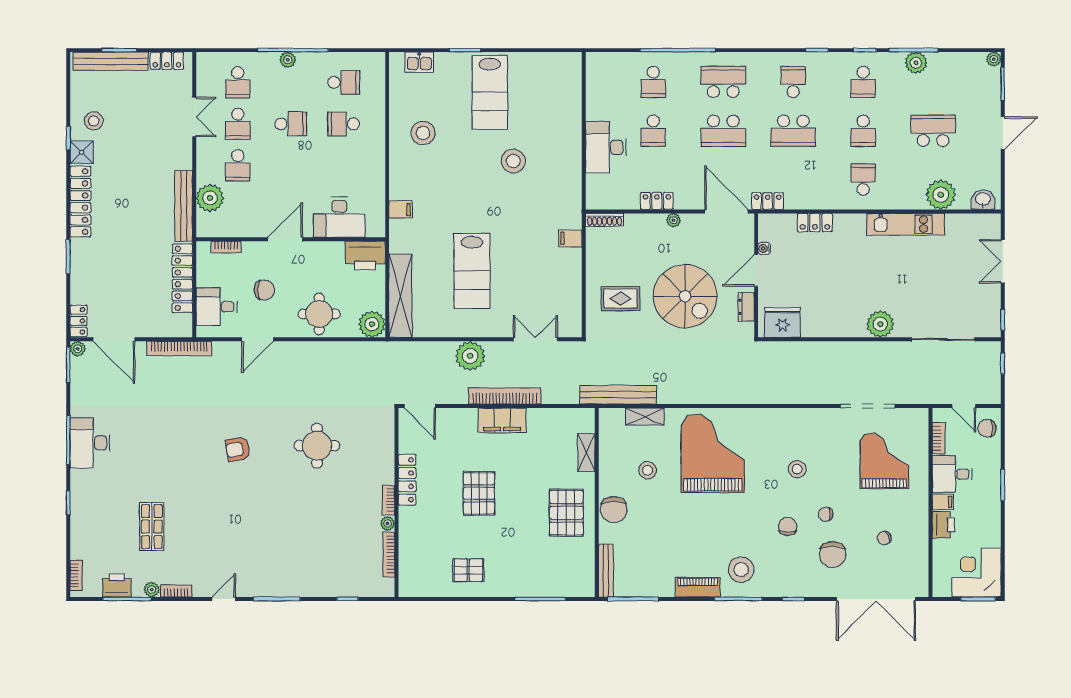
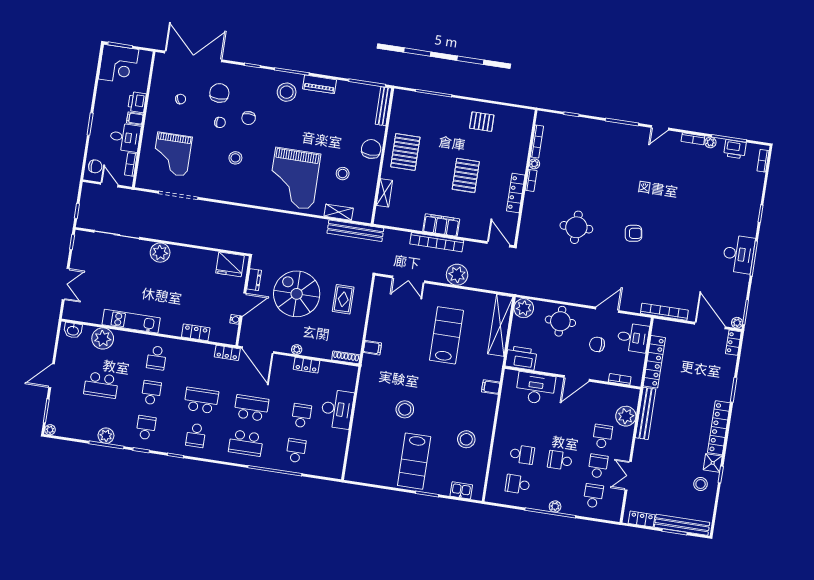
lab bench: (490, 92) -> (414, 461), turned 180
rug: (620, 299) -> (343, 299), turned 90
shop shelf: (152, 527) -> (703, 187), removed

